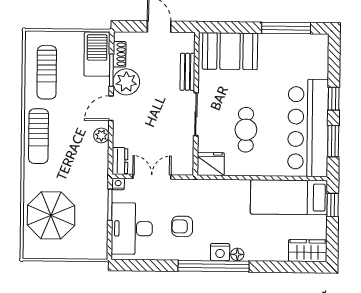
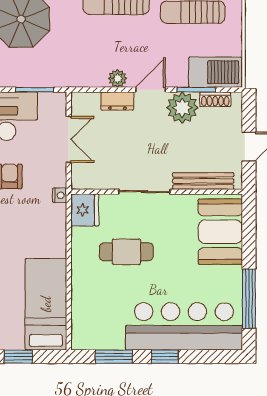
bench: (187, 72) -> (203, 181), width x1.36
door: (111, 108) -> (150, 90), hinge flipped
bar counter: (308, 128) -> (184, 326), moved
dresser: (120, 161) -> (117, 101), moved
nightstand: (118, 184) -> (60, 195), moved
window: (333, 205) -> (18, 357), moved

